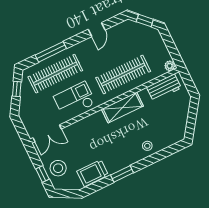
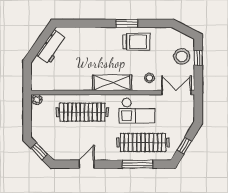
workbench: (164, 88) -> (52, 47), moved, turned 125
shelving: (122, 108) -> (112, 83), moved
stool: (147, 146) -> (149, 78), moved
trolley: (93, 173) -> (136, 42), moved

